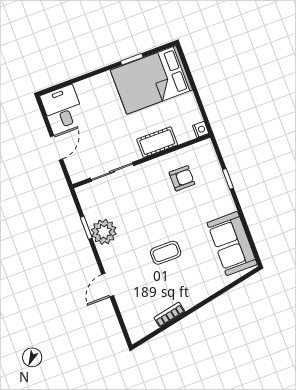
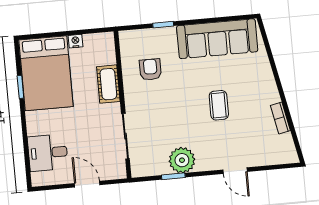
desk: (62, 107) -> (48, 153), moved
nightstand: (201, 129) -> (75, 41), moved
sofa: (232, 244) -> (217, 39), width x1.36

